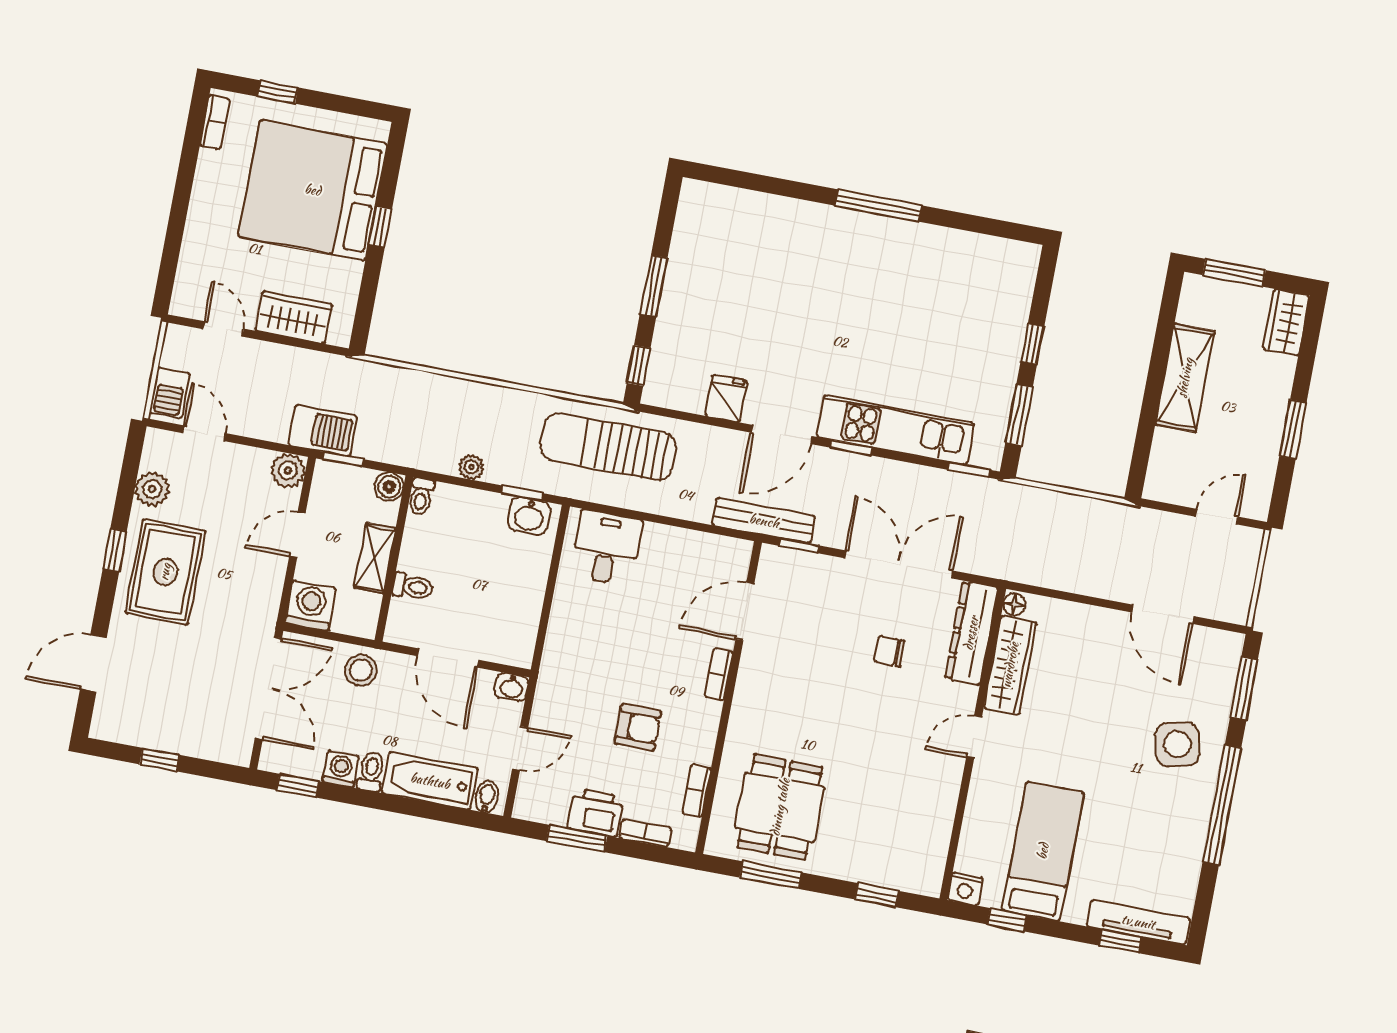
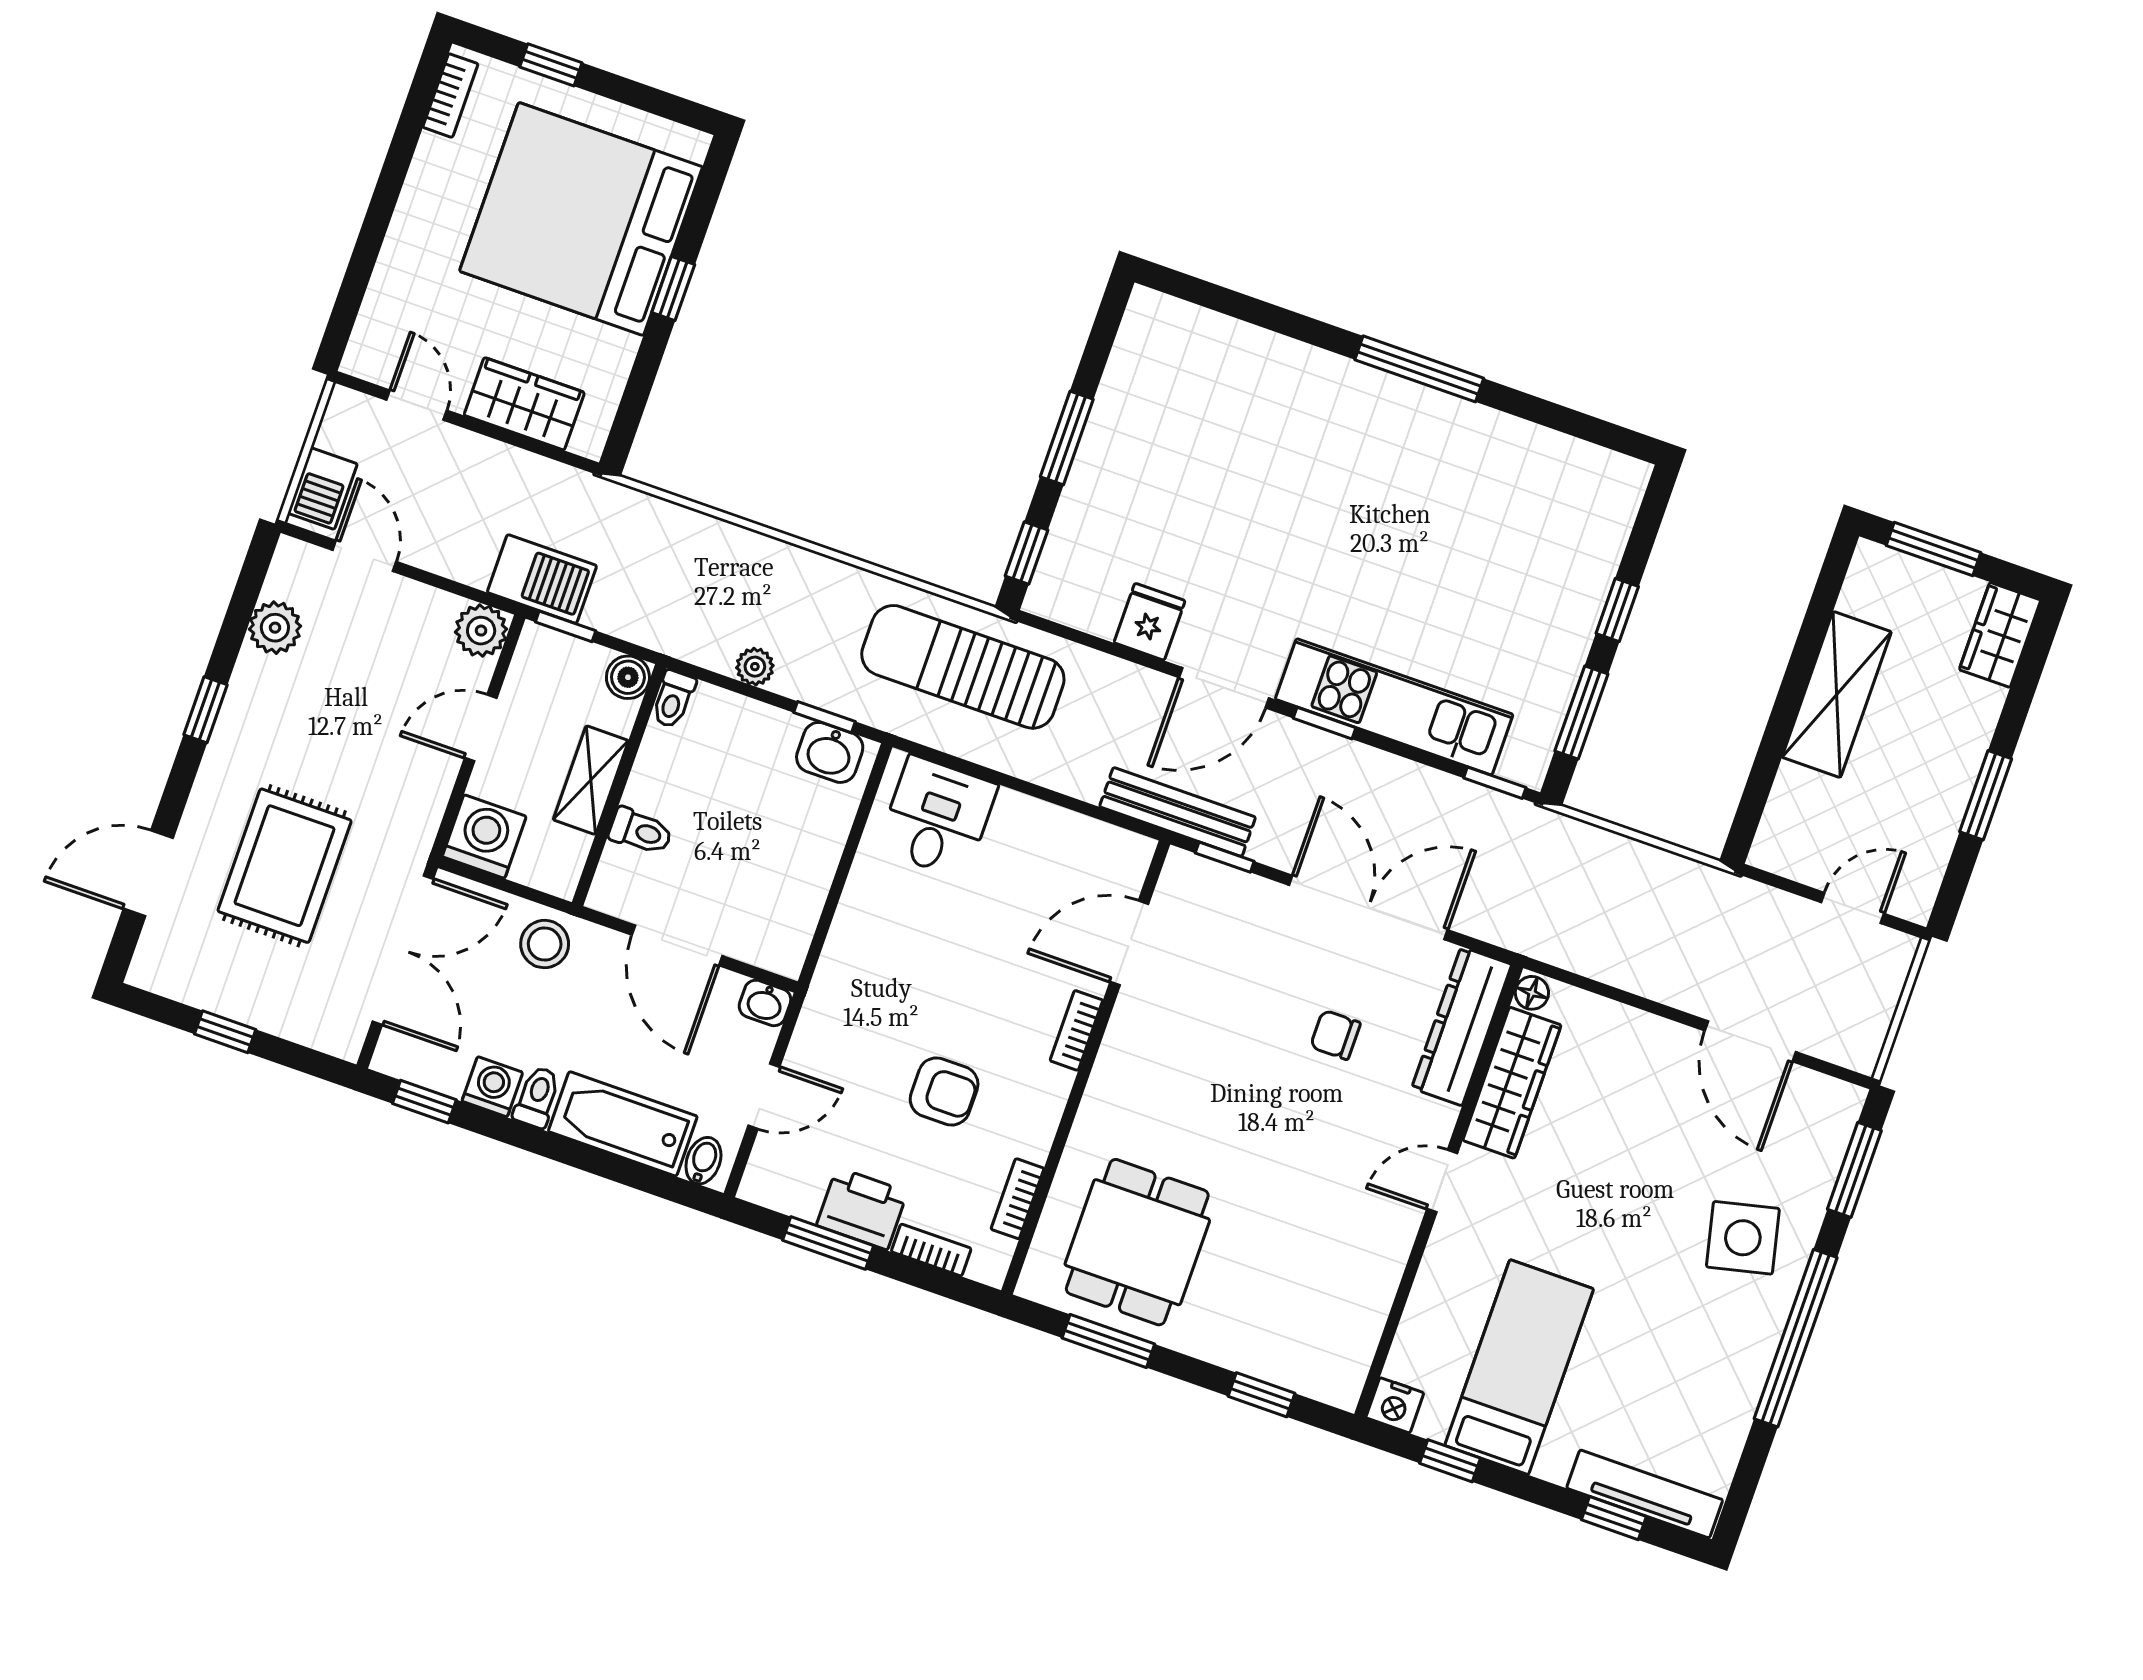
rug: (165, 572) -> (285, 866), moved

